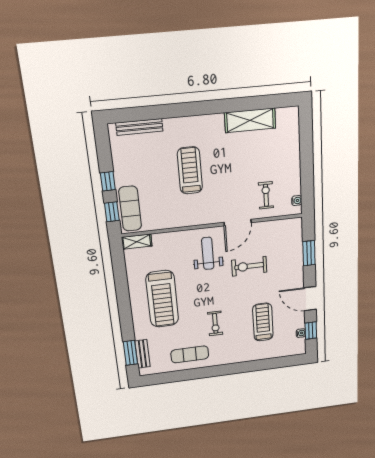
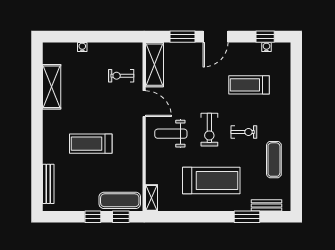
water cooler: (297, 201) -> (82, 47), moved
shelving: (279, 229) -> (154, 65), added
exercise bike: (249, 266) -> (209, 130), moved
door: (310, 299) -> (215, 37), moved
window: (130, 353) -> (247, 217), moved

